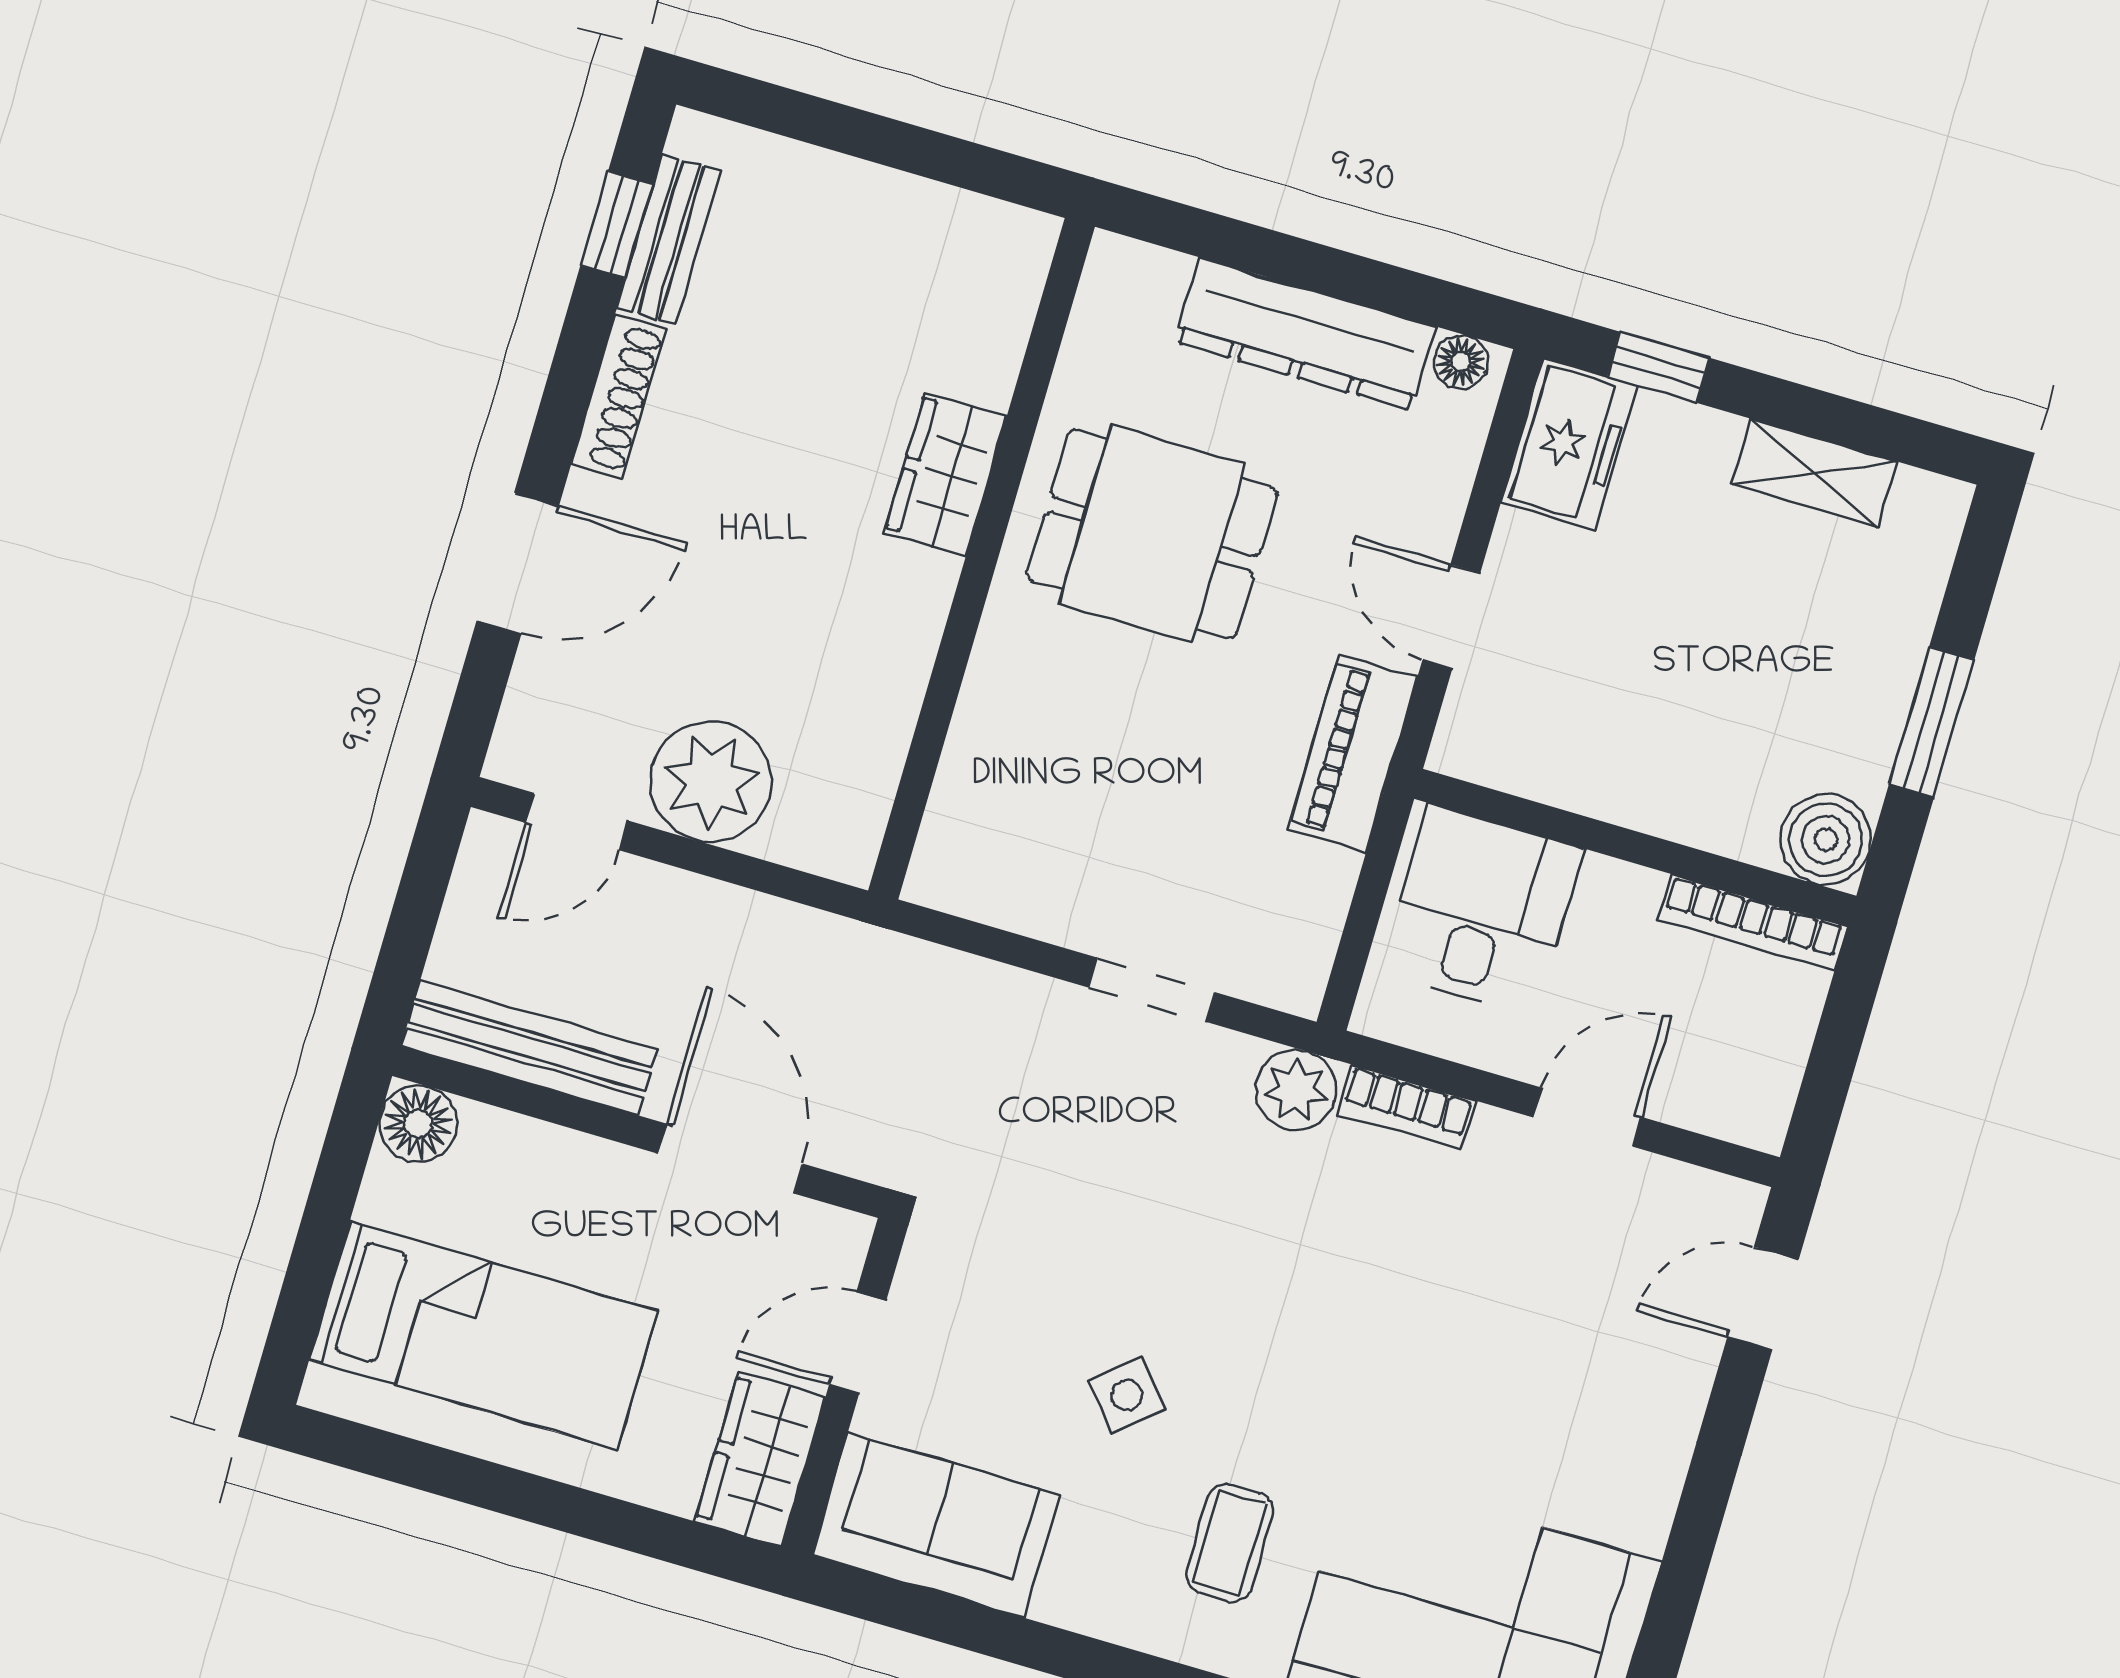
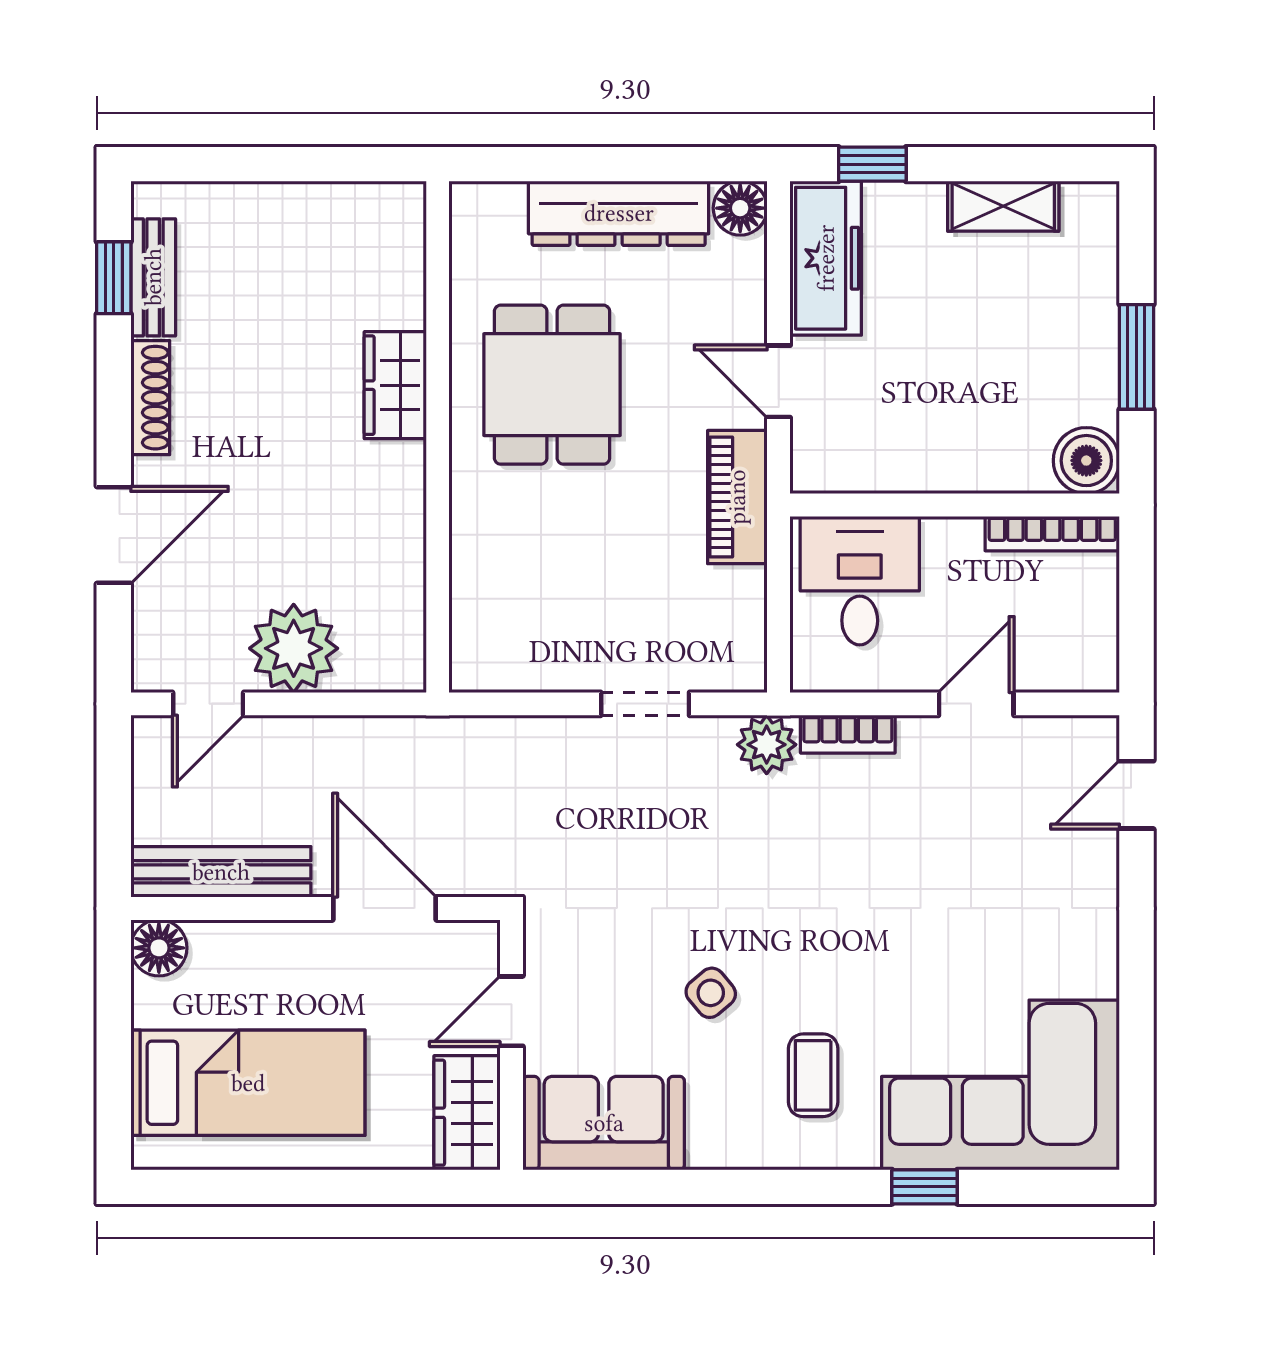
floor lamp: (1461, 362) -> (740, 208), width x1.37, depth x1.37
freezer: (1569, 444) -> (826, 258), width x1.40
dining table: (1152, 534) -> (552, 385), turned 90

